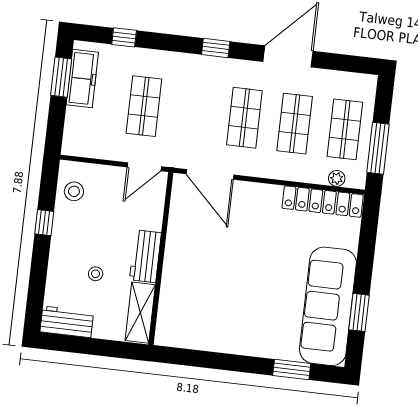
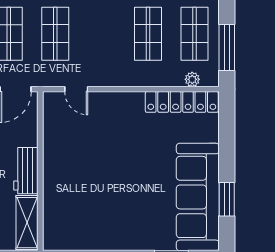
shop shelf: (244, 118) -> (55, 34), moved
door: (210, 174) -> (76, 89), width x0.53

